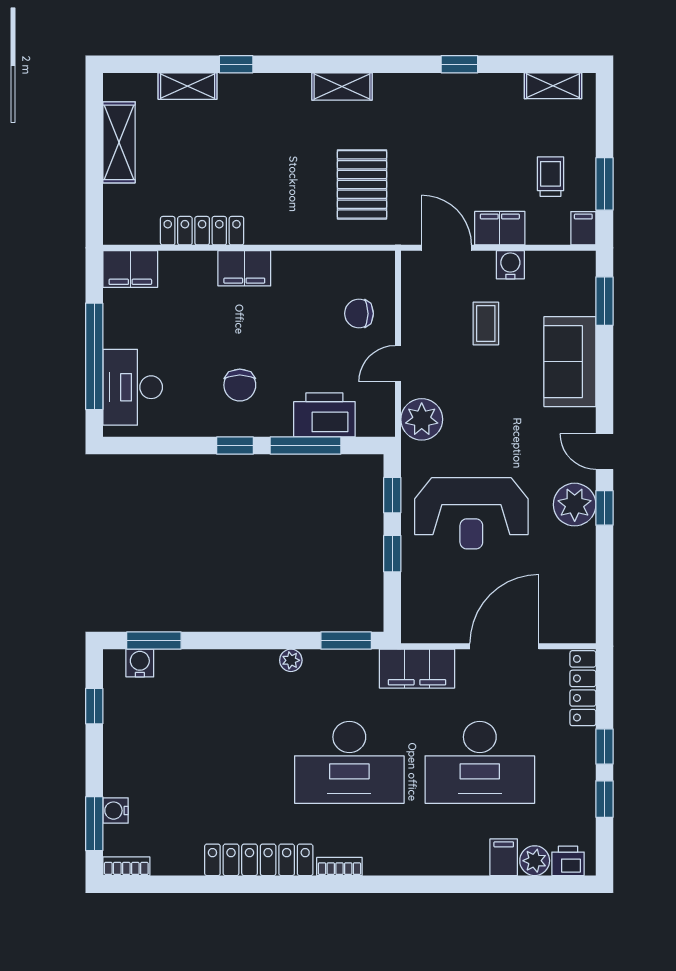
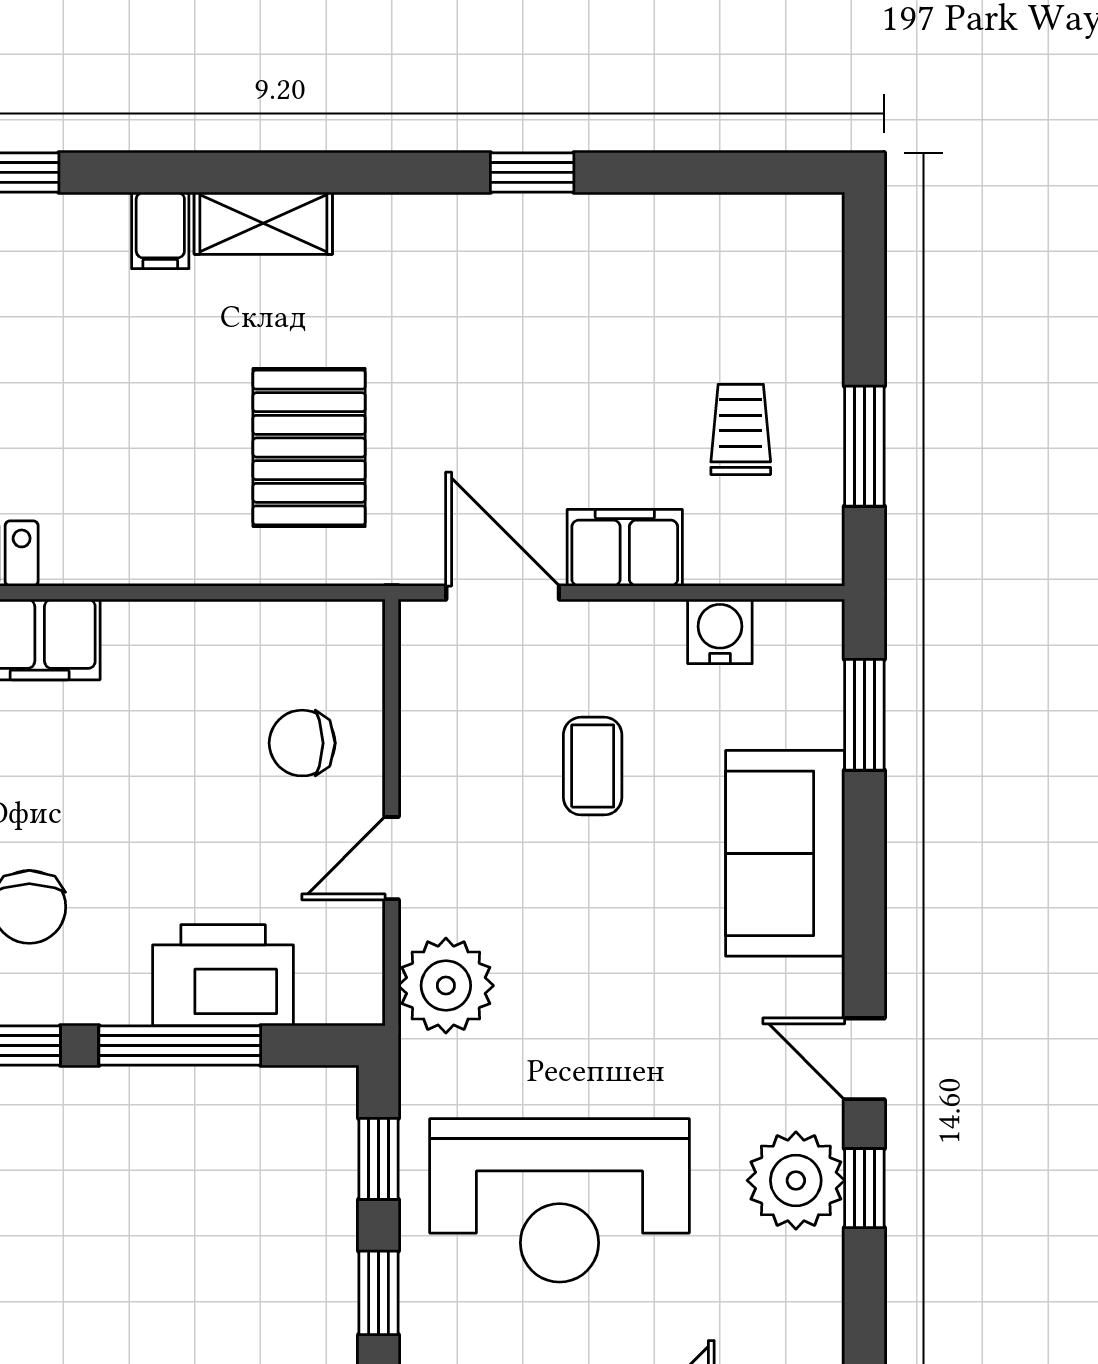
shelving: (553, 86) -> (746, 222), removed
filing cabinet: (583, 228) -> (160, 230), moved, turned 180
water cooler: (510, 265) -> (720, 631), moved

